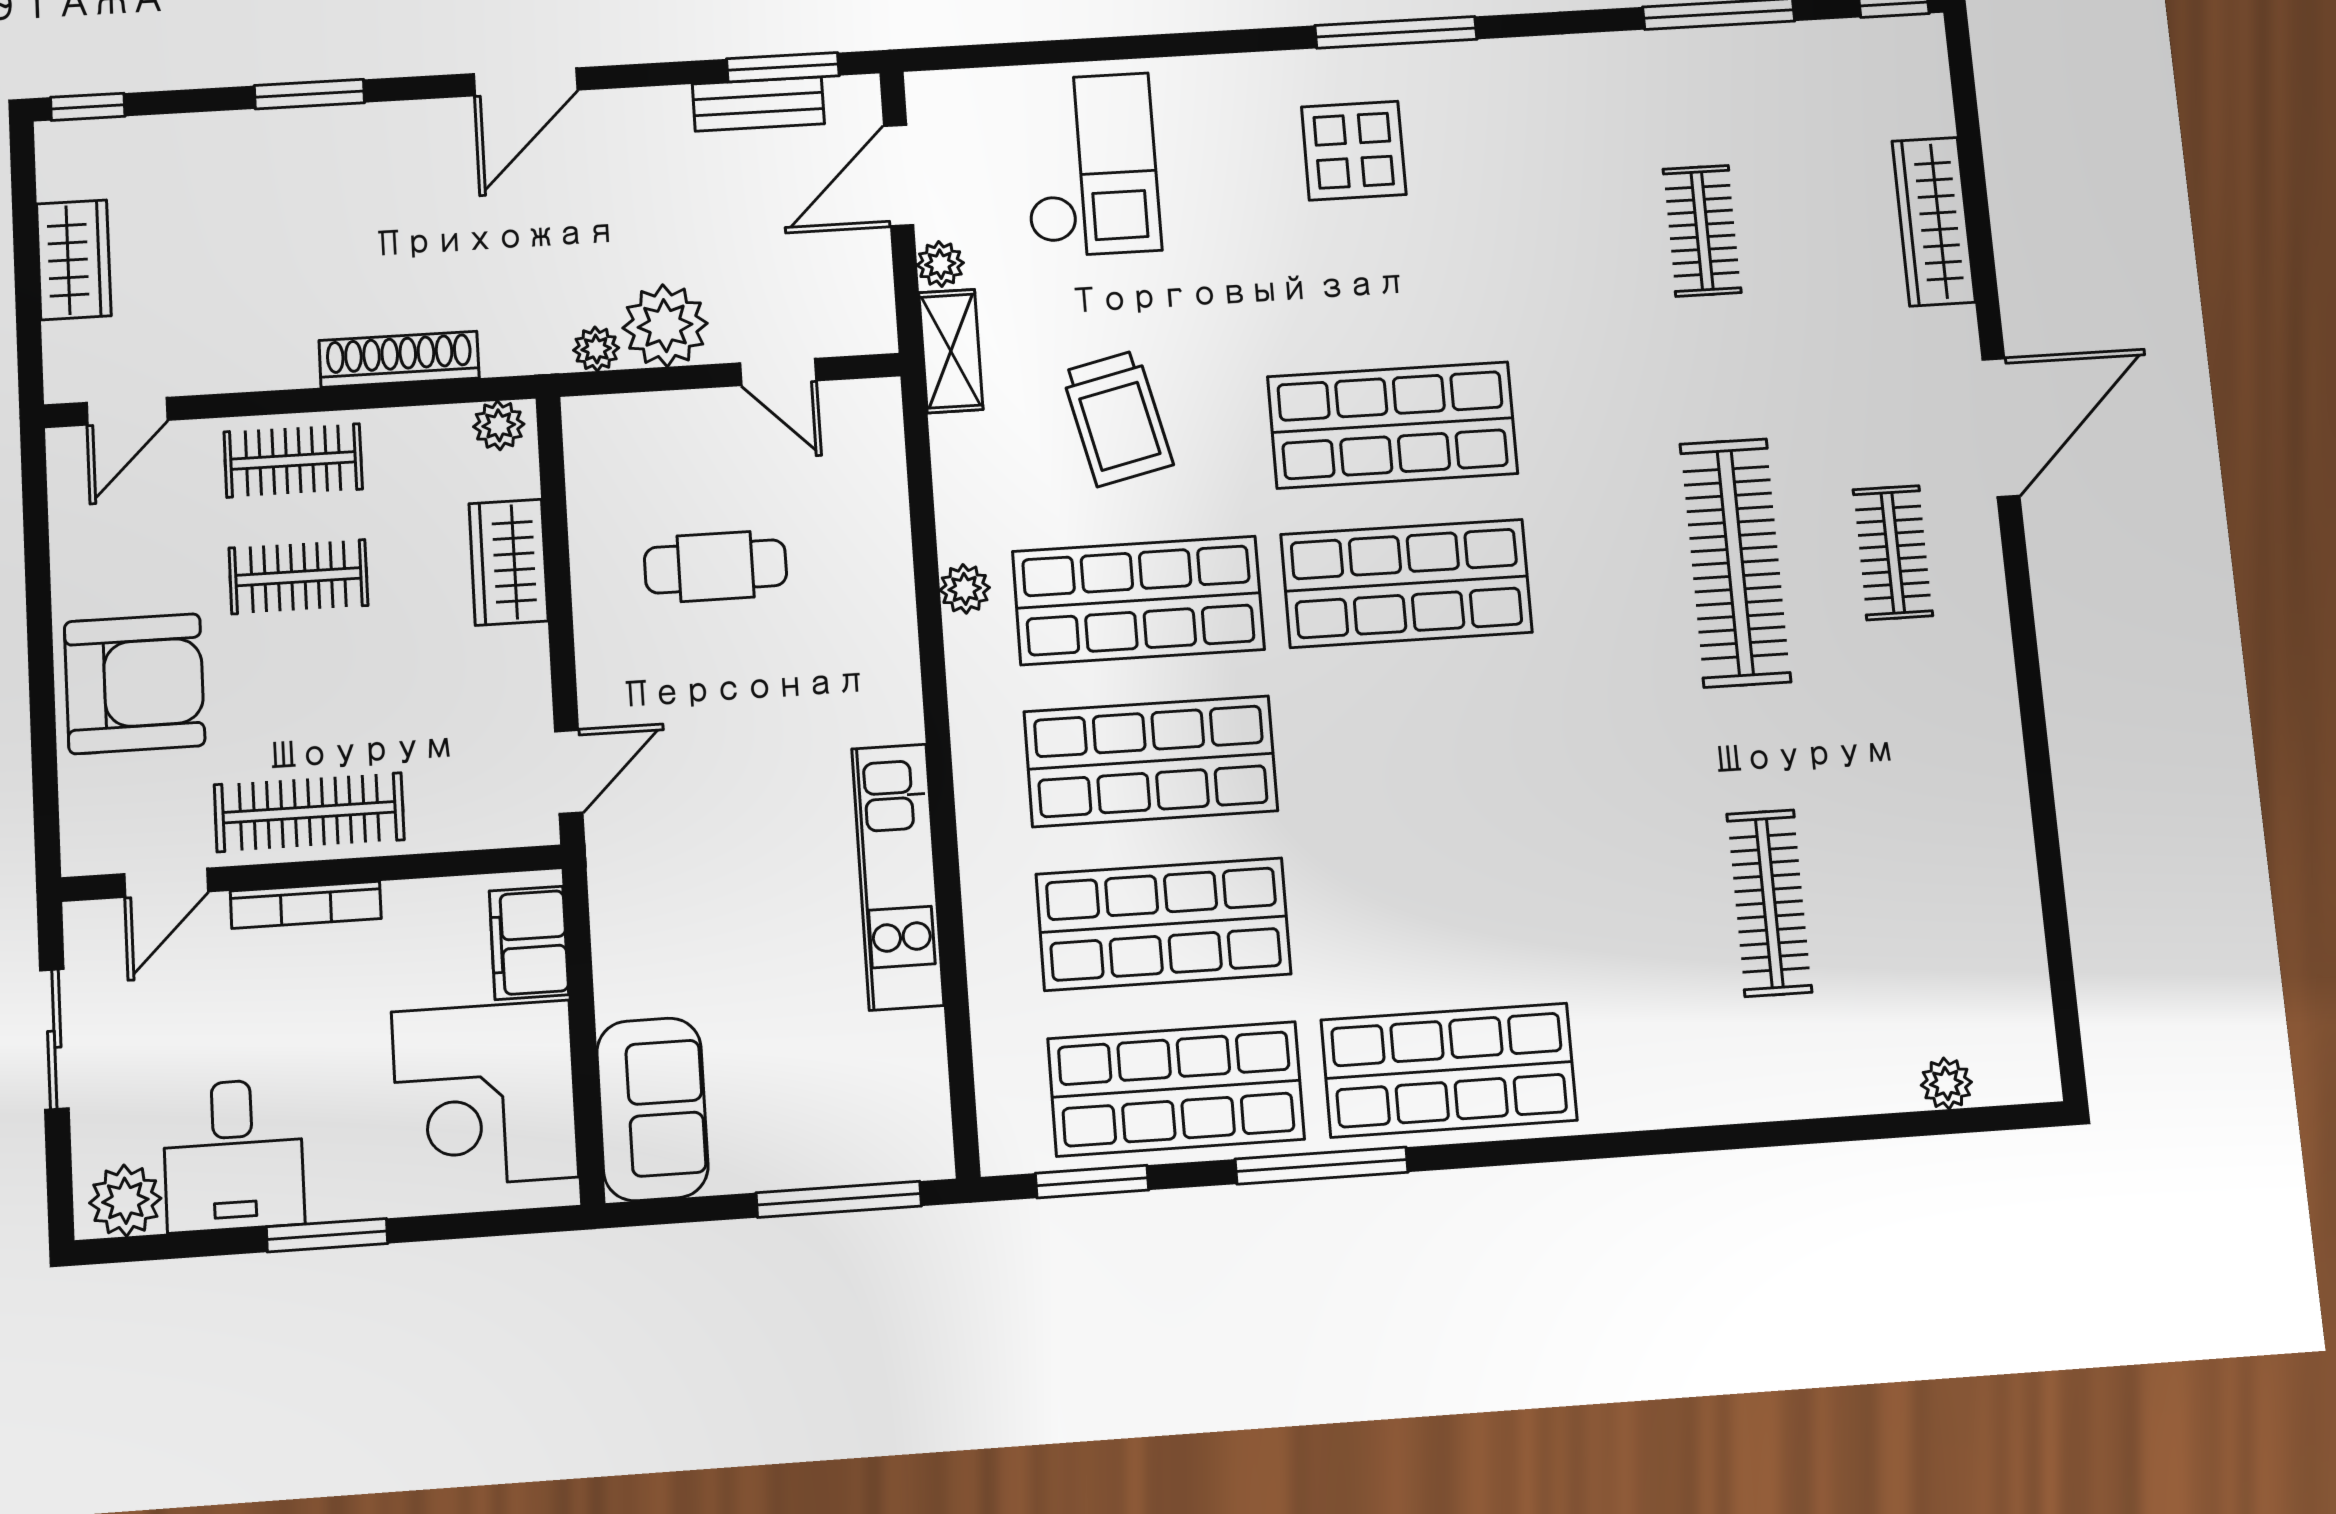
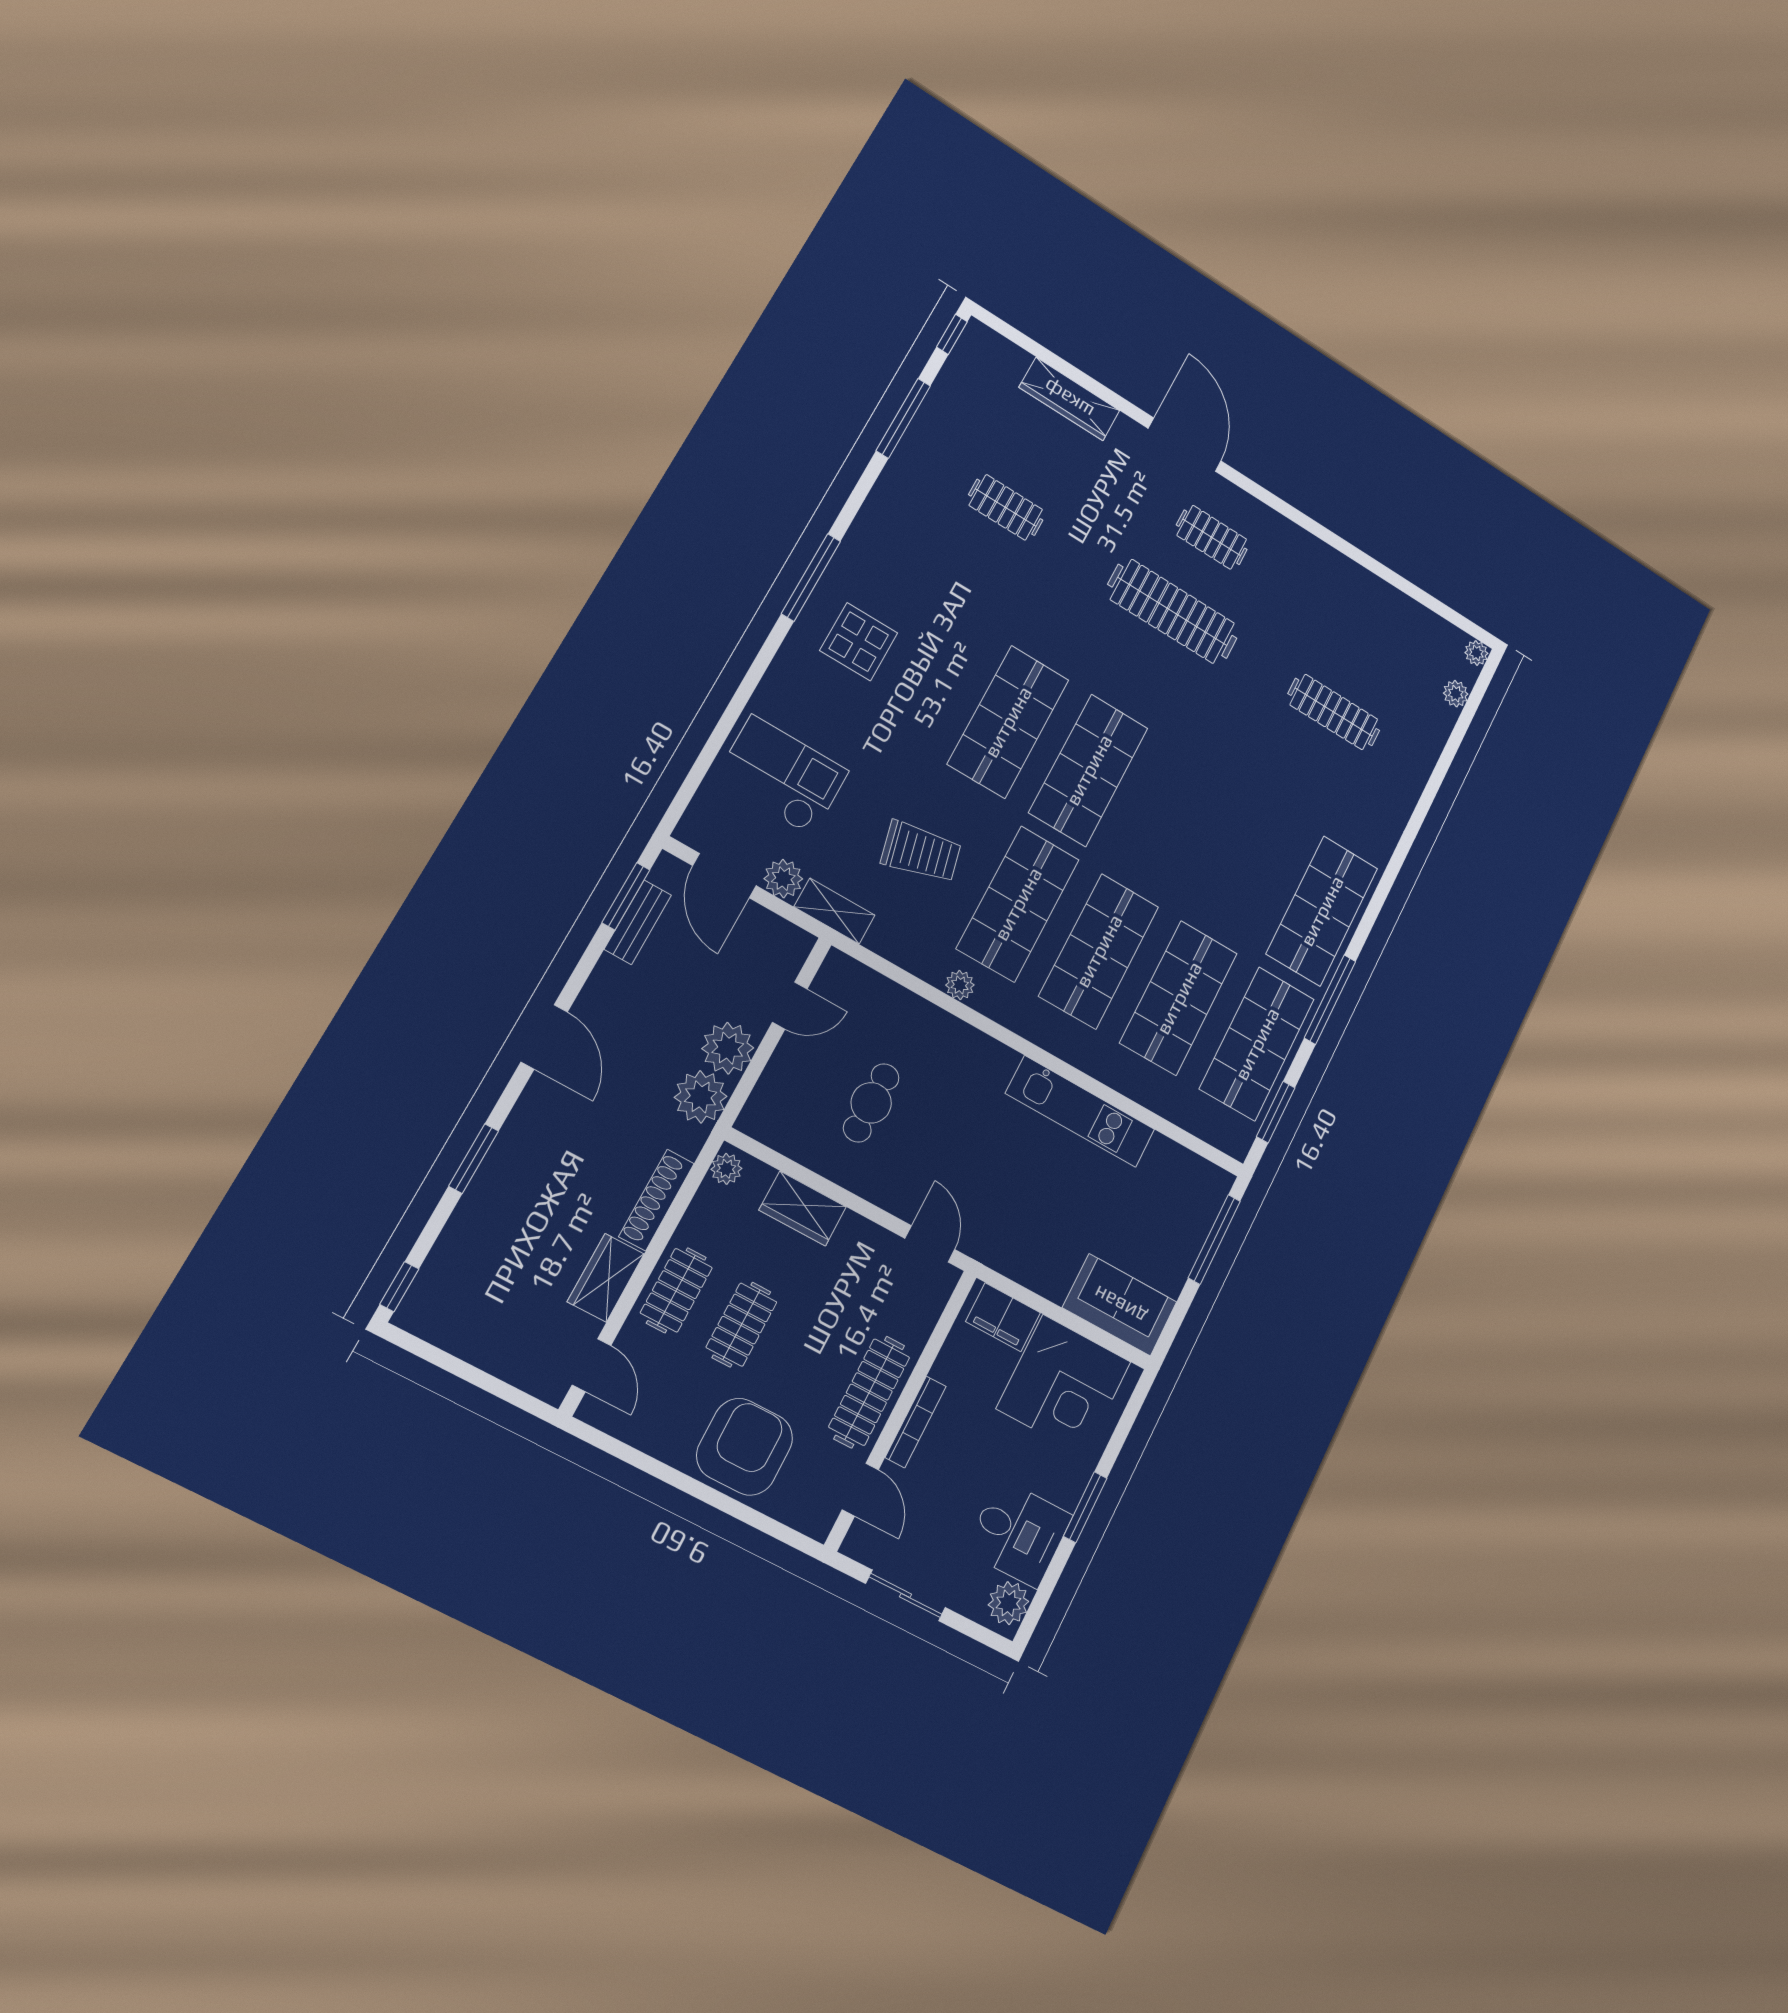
wardrobe: (74, 260) -> (606, 1278), moved, turned -90
plant: (940, 264) -> (783, 879), width x1.38, depth x1.38
plant: (596, 349) -> (701, 1097), width x1.87, depth x1.87
plant: (2037, 1079) -> (1476, 653), added

